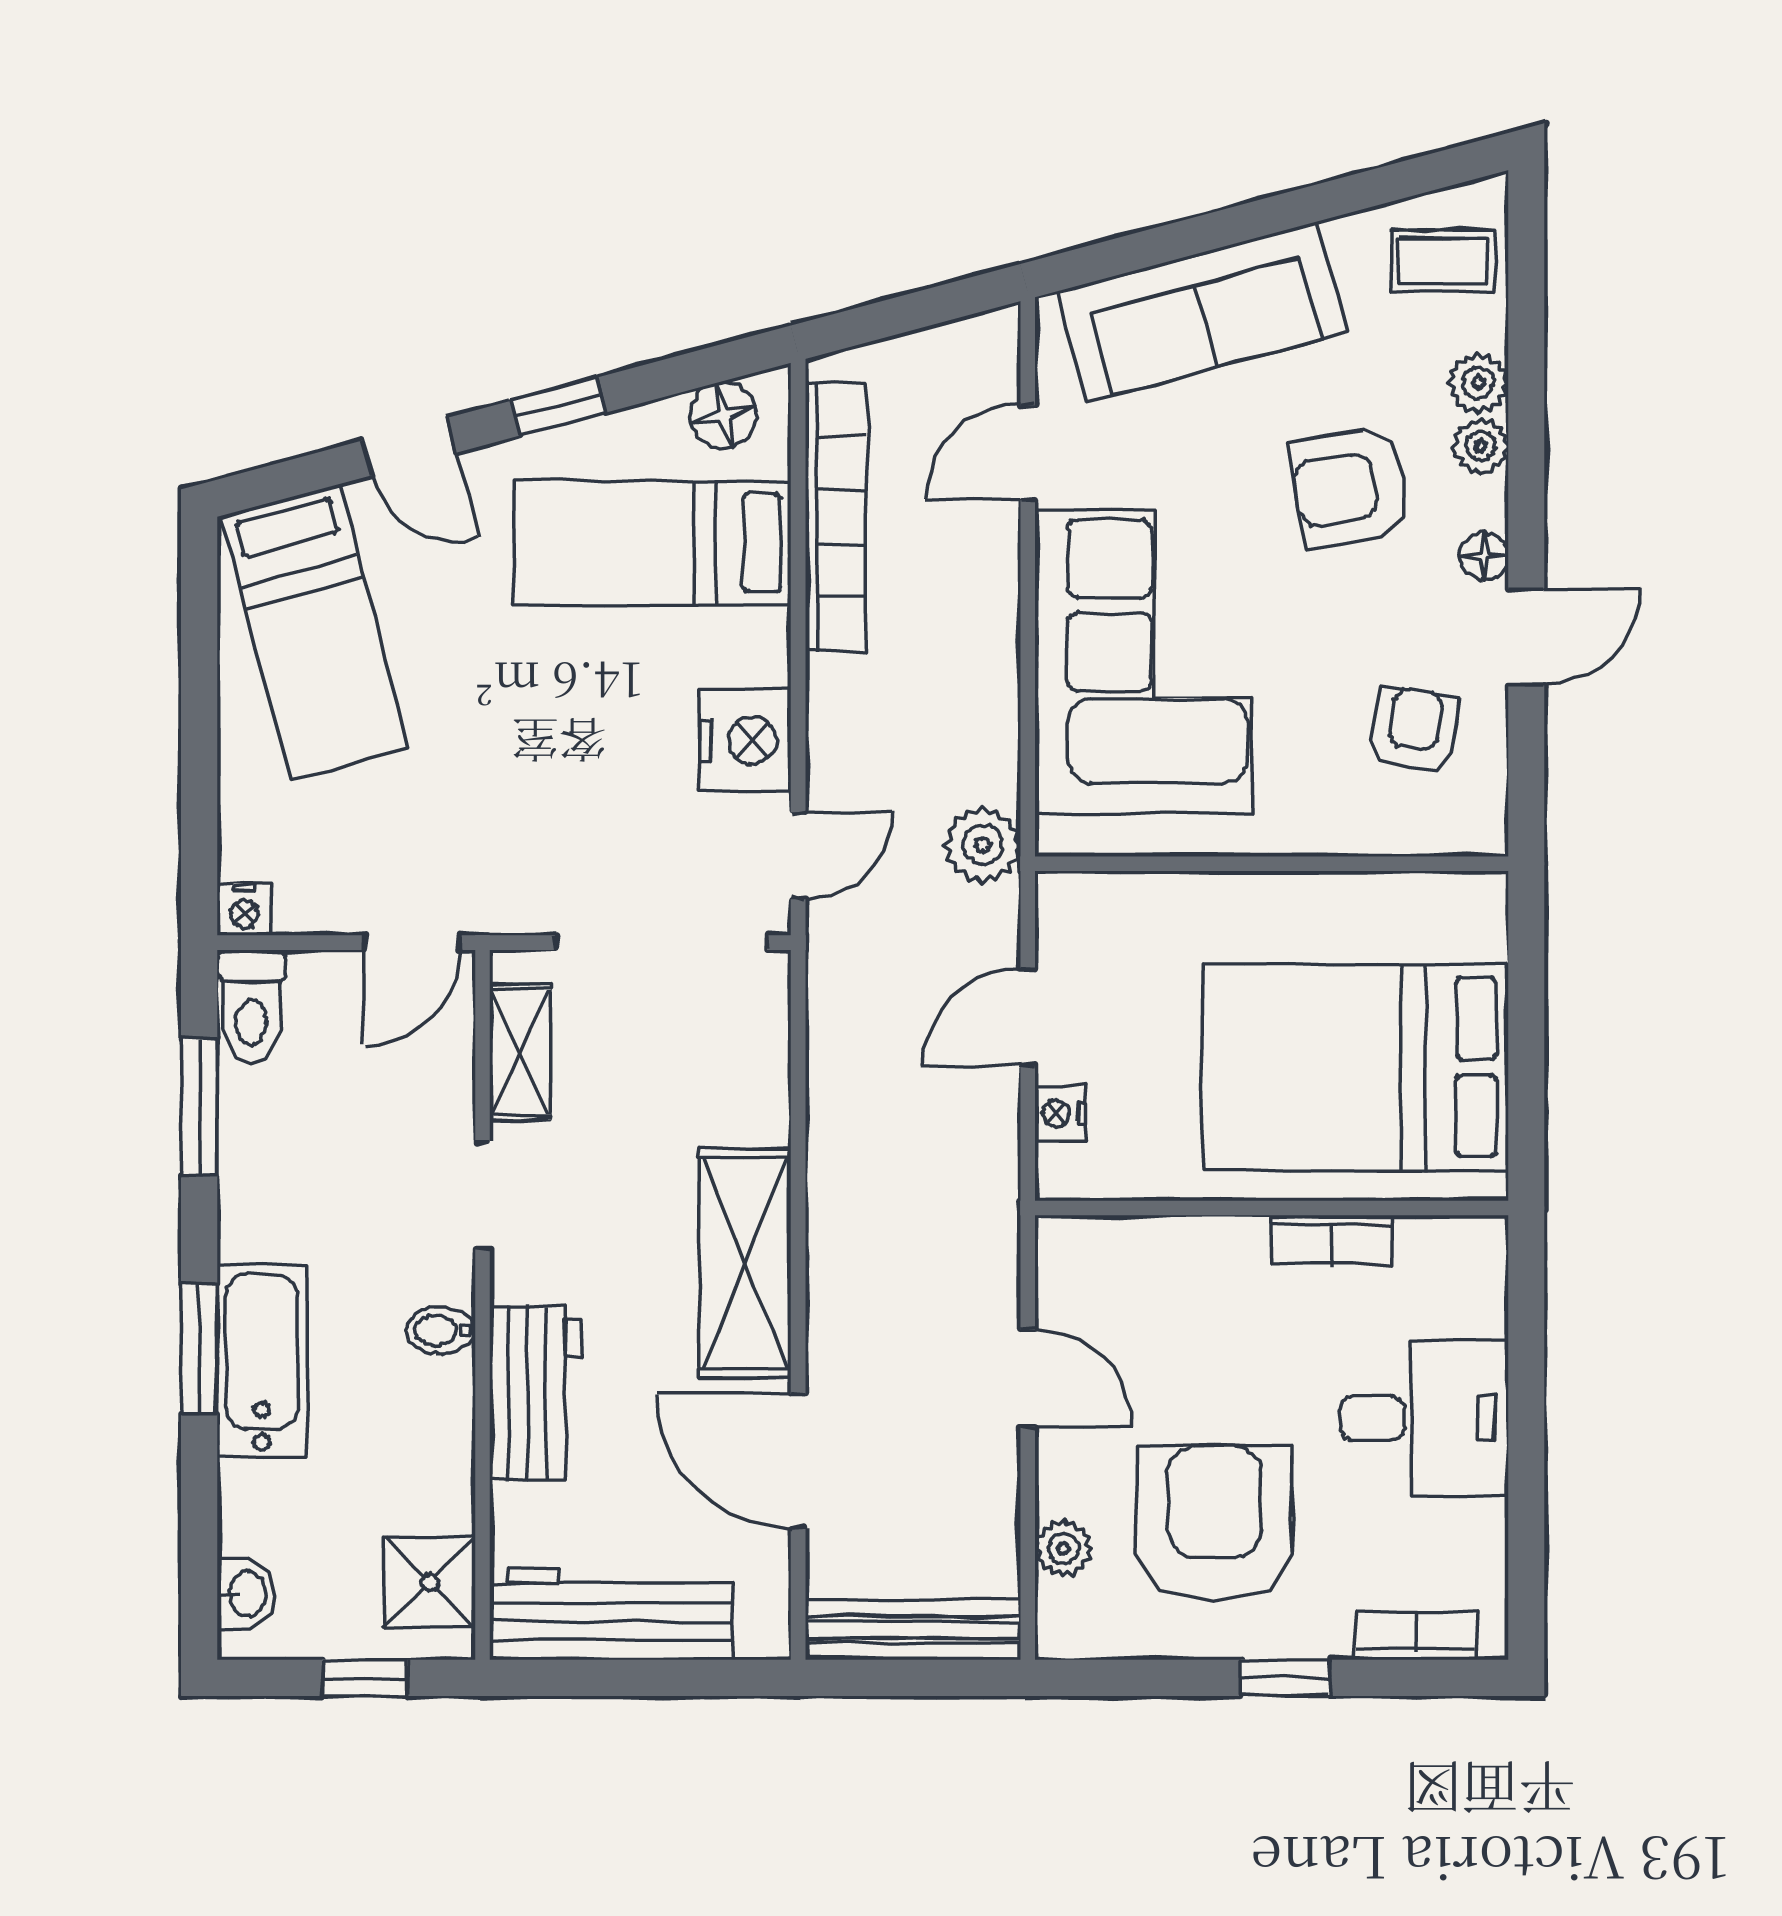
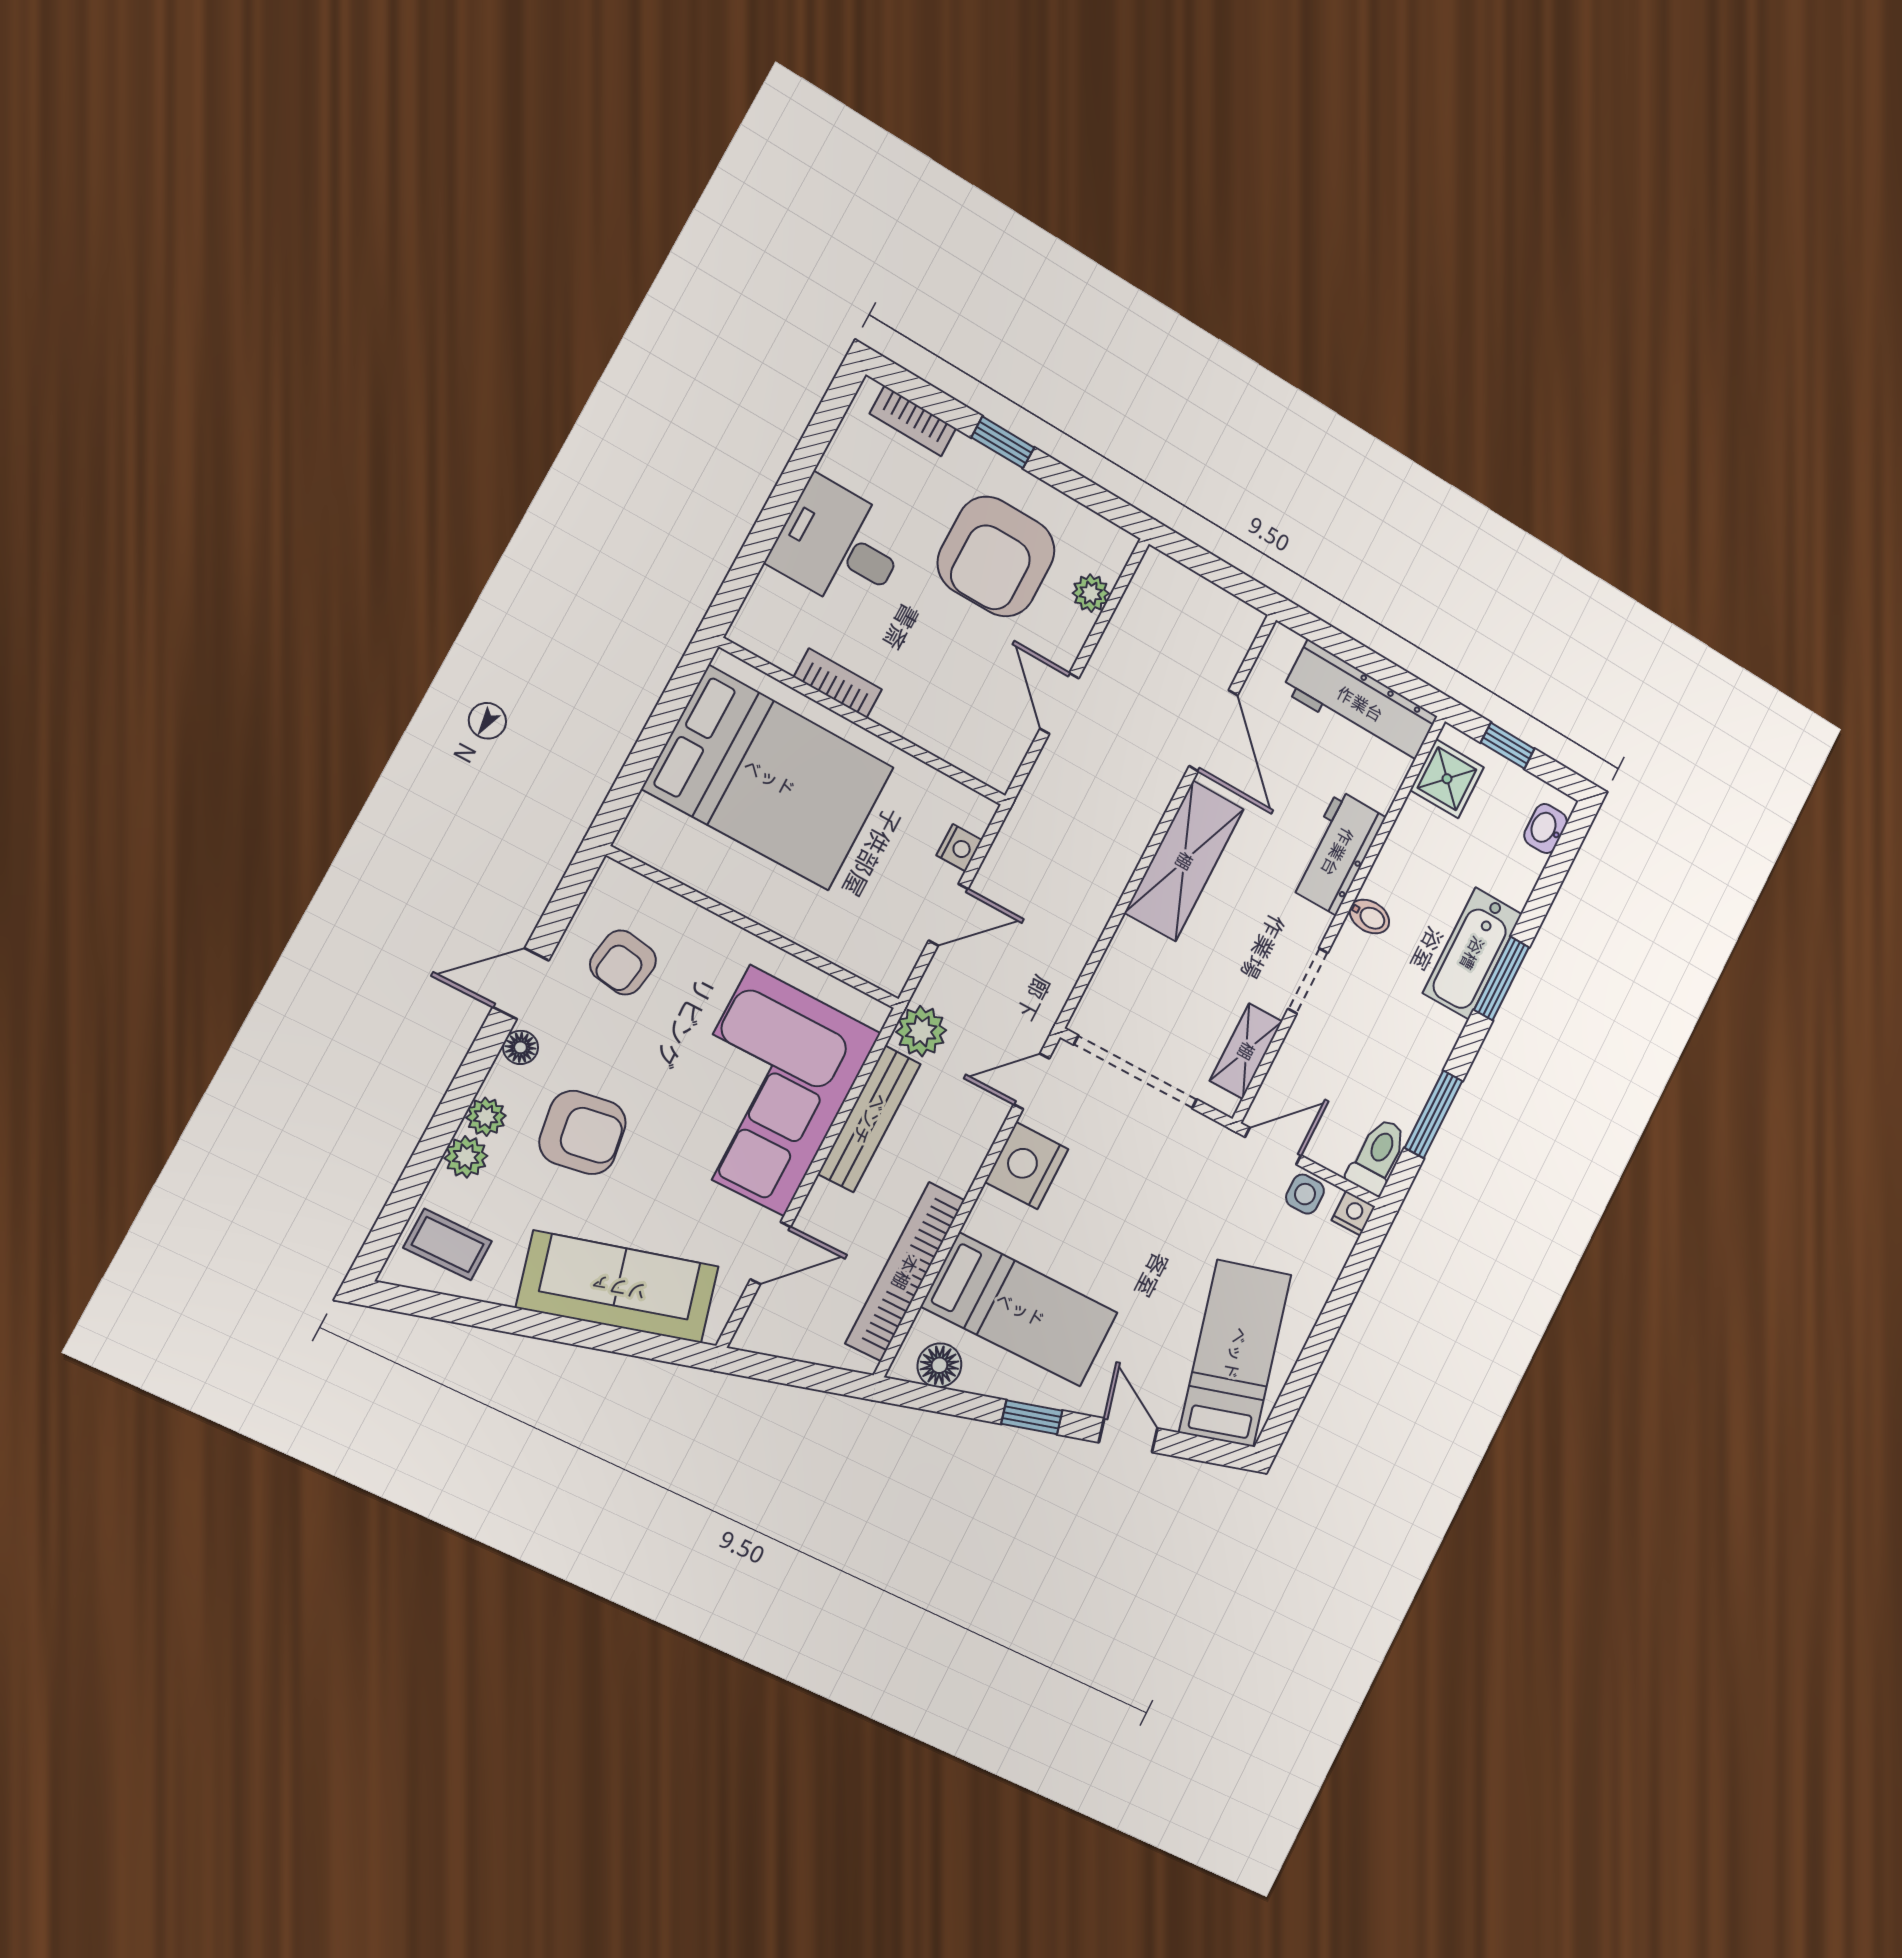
side table: (330, 900) -> (1305, 1194), added
bench: (913, 1630) -> (869, 1119), moved, turned 90

